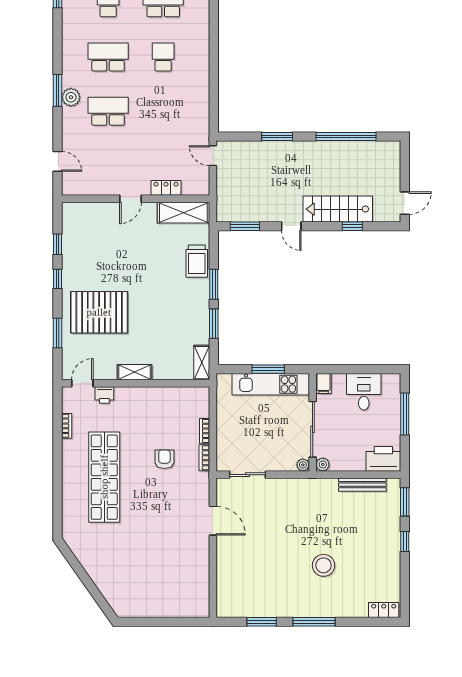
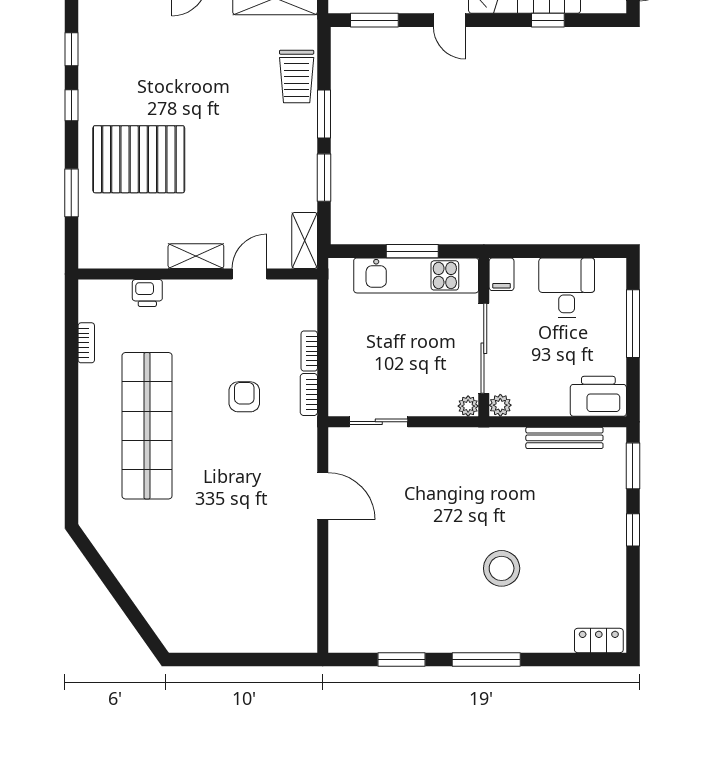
door: (82, 383) -> (250, 274), moved

